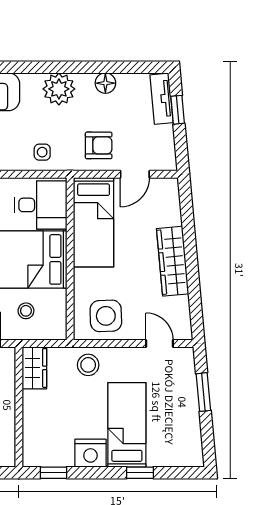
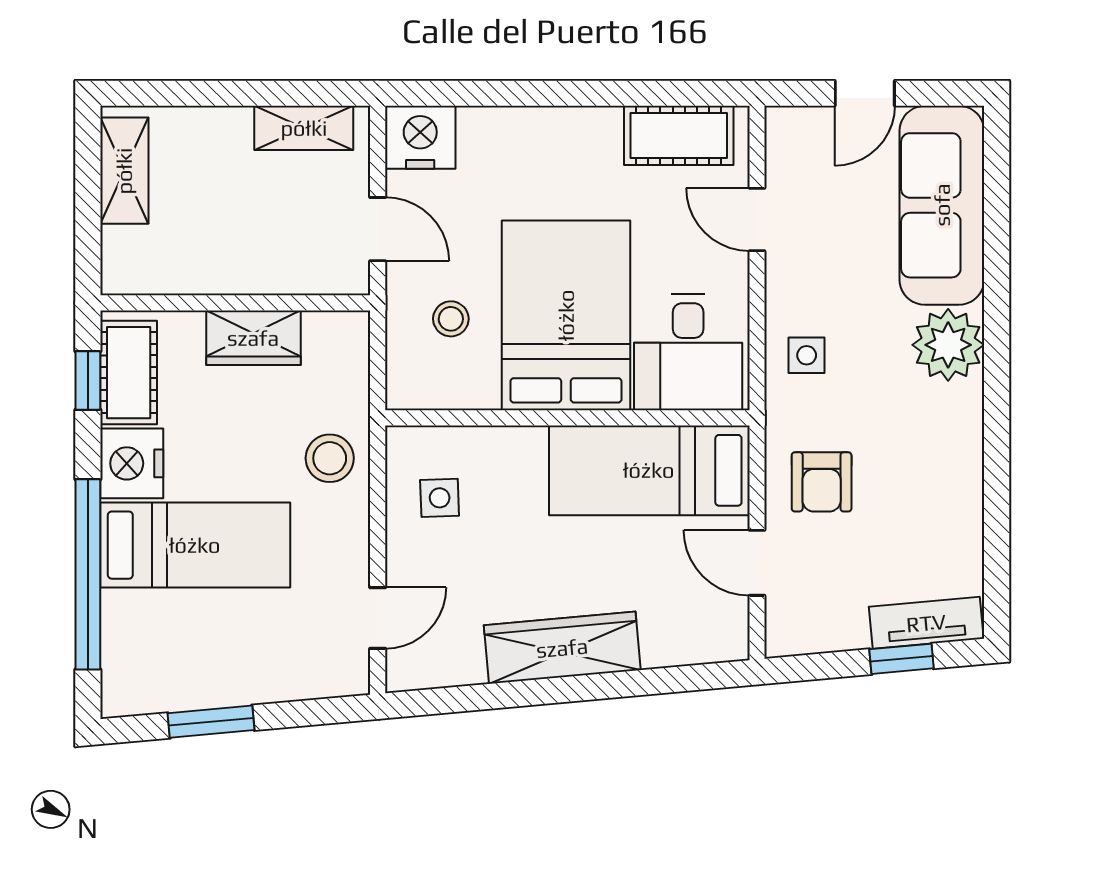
floor lamp: (105, 83) -> (961, 497), removed
plant: (59, 89) -> (948, 345), moved
side table: (106, 316) -> (440, 498), width x0.54, depth x0.54
wardrobe: (34, 368) -> (253, 338), moved
window: (203, 392) -> (211, 722), moved
cot: (50, 455) -> (129, 373), added
window: (140, 473) -> (88, 574), width x3.17

